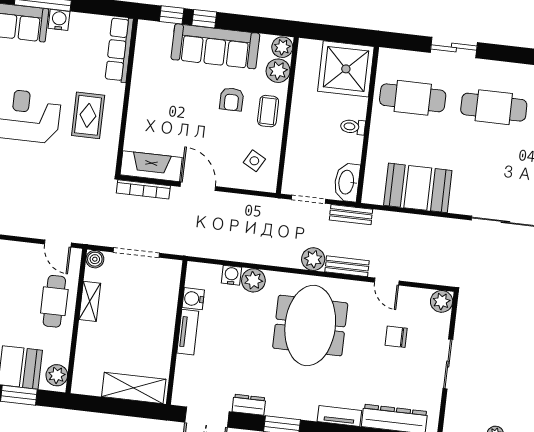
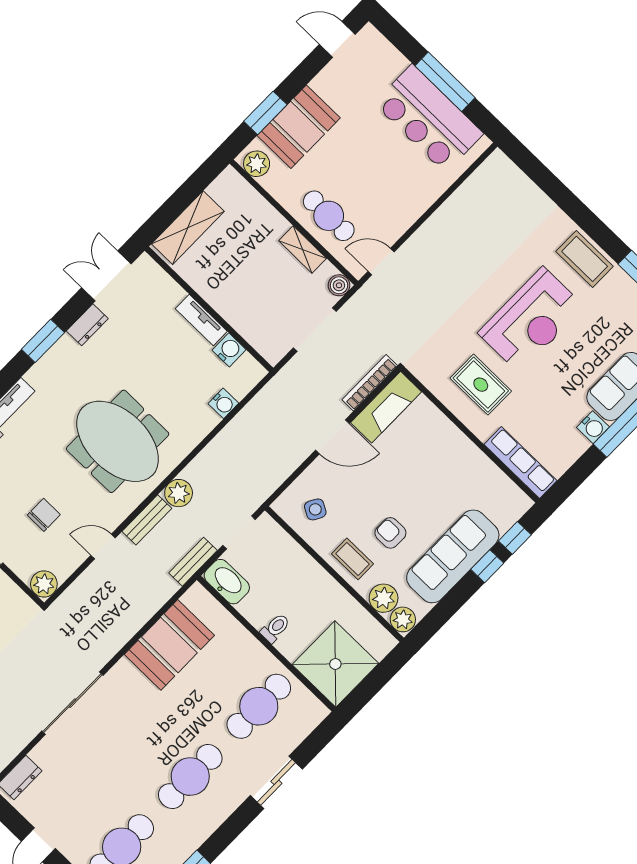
plant: (253, 280) -> (202, 421), removed

